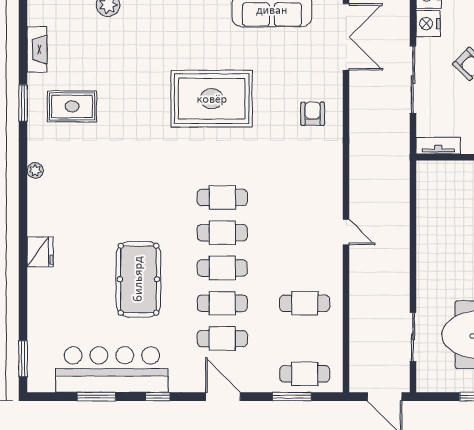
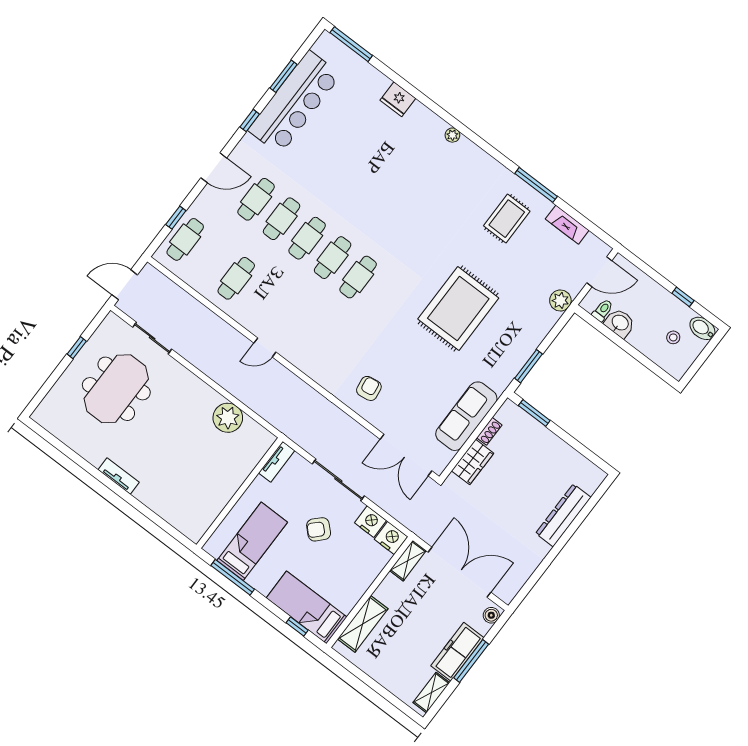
rug: (212, 99) -> (458, 308), moved
window: (23, 103) -> (536, 185), width x1.44
armchair: (313, 114) -> (369, 388), turned -98
plant: (35, 171) -> (452, 135), moved
plant: (432, 218) -> (228, 418), added
fridge: (40, 252) -> (398, 99), moved
pool table: (138, 279) -> (345, 171), removed
window: (23, 359) -> (351, 44), width x1.44
window: (292, 397) -> (176, 218), width x0.67

